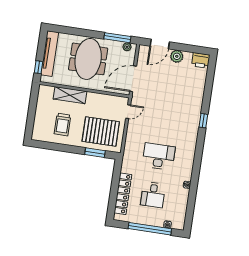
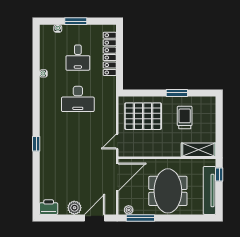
shelving: (70, 95) -> (198, 150), moved
window: (95, 153) -> (177, 93), moved
desk: (153, 195) -> (78, 58), turned 180
window: (150, 229) -> (76, 21), width x0.47

